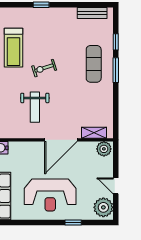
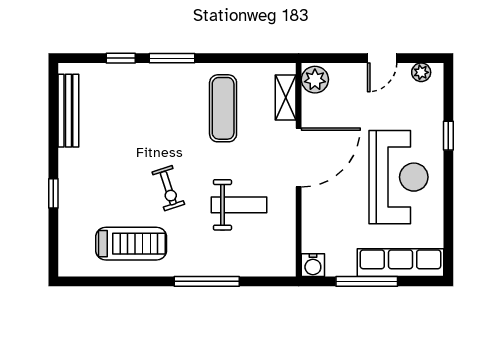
bench: (92, 13) -> (68, 111), width x1.36
exercise mat: (94, 64) -> (223, 108), moved, turned 90
door: (61, 140) -> (299, 157), hinge flipped
plant: (103, 207) -> (421, 72), width x0.53, depth x0.53

